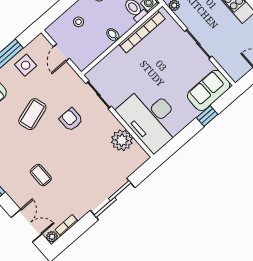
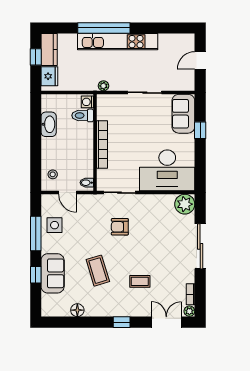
stool: (79, 22) -> (53, 174), moved
bookcase: (142, 32) -> (102, 144), moved
bidet: (113, 35) -> (87, 183), moved
coffee table: (32, 114) -> (98, 271), moved
plant: (122, 140) -> (185, 204), moved

